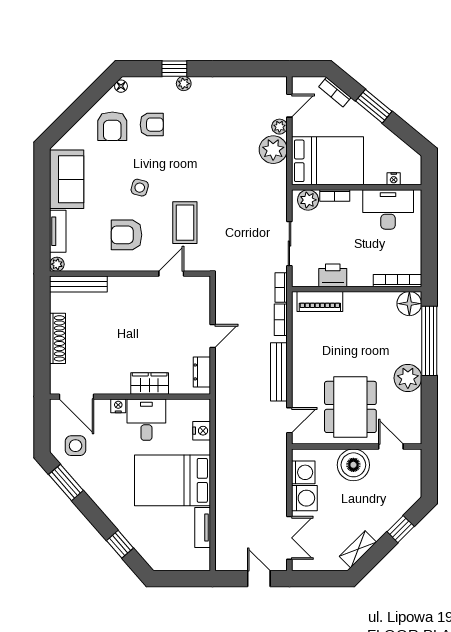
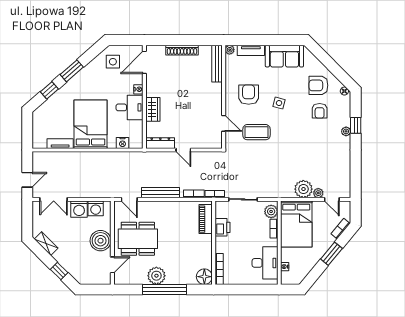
window: (429, 341) -> (164, 289), moved
dresser: (202, 372) -> (160, 143), width x1.44
window: (66, 482) -> (72, 71), moved

